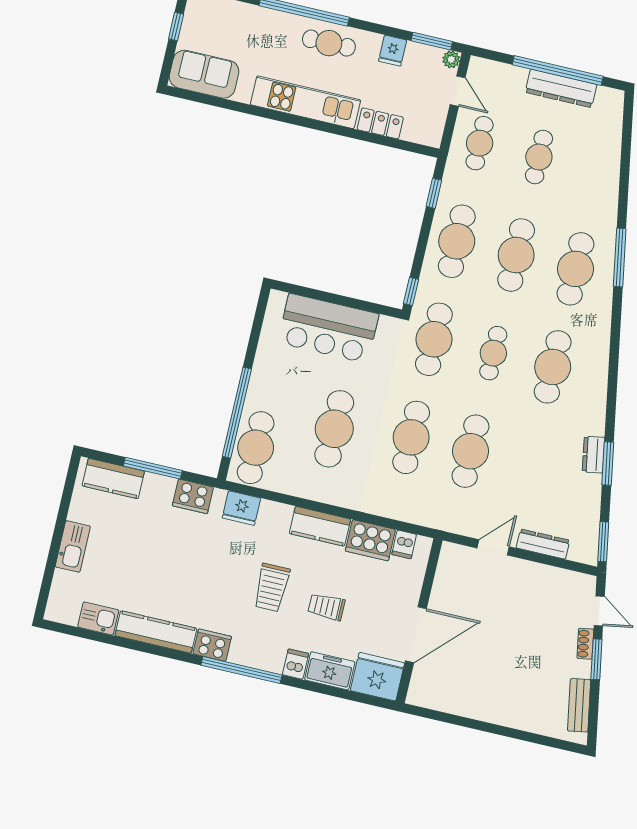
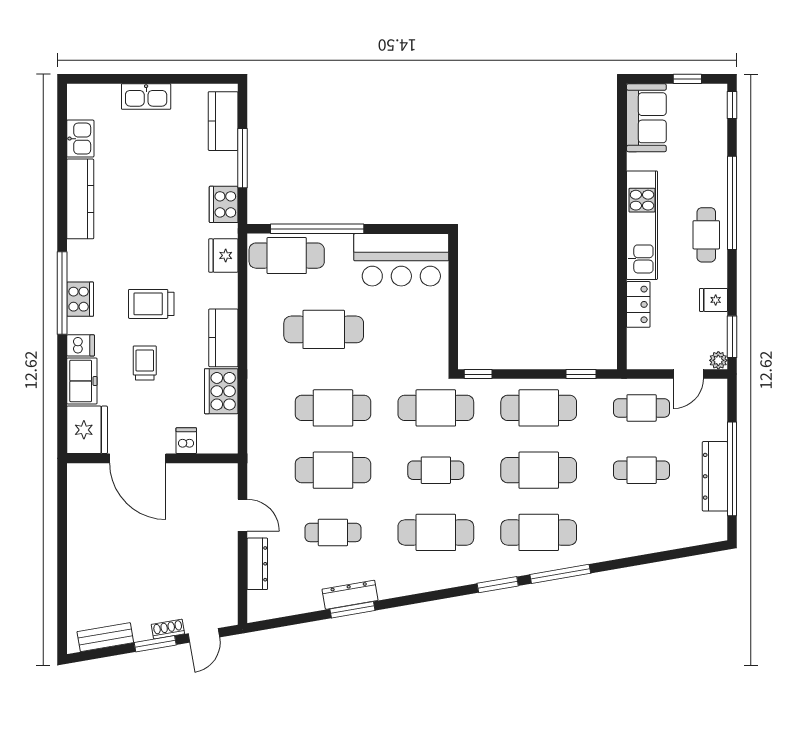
bar counter: (328, 328) -> (401, 260), moved, turned -90
dresser: (593, 455) -> (350, 595), width x1.44
cafe table: (530, 465) -> (333, 532), added
window: (603, 542) -> (498, 585), moved
dishwasher: (404, 544) -> (186, 441), moved, turned 90
cooker: (212, 645) -> (80, 299), moved

